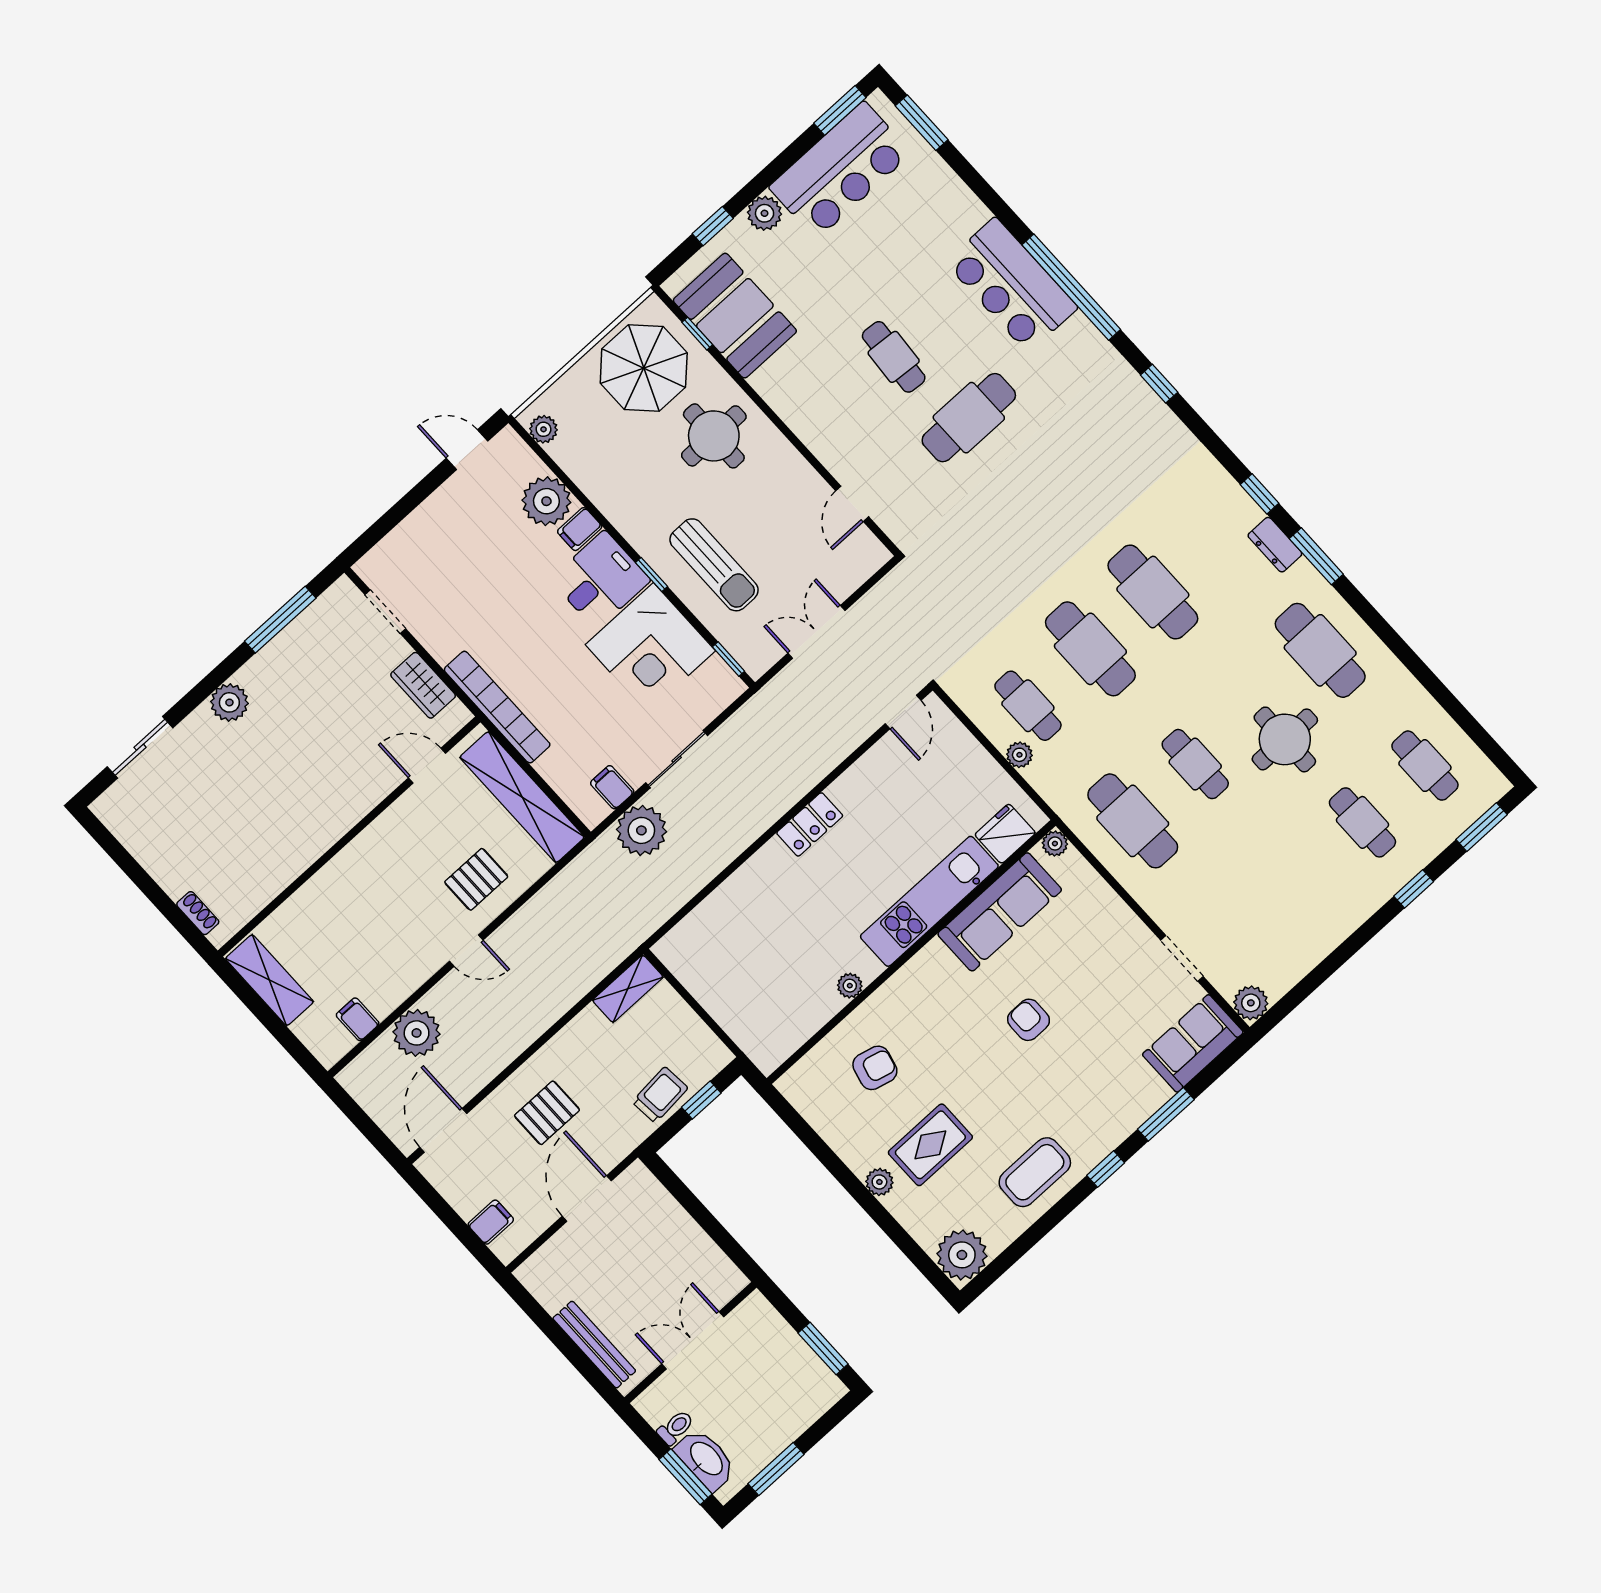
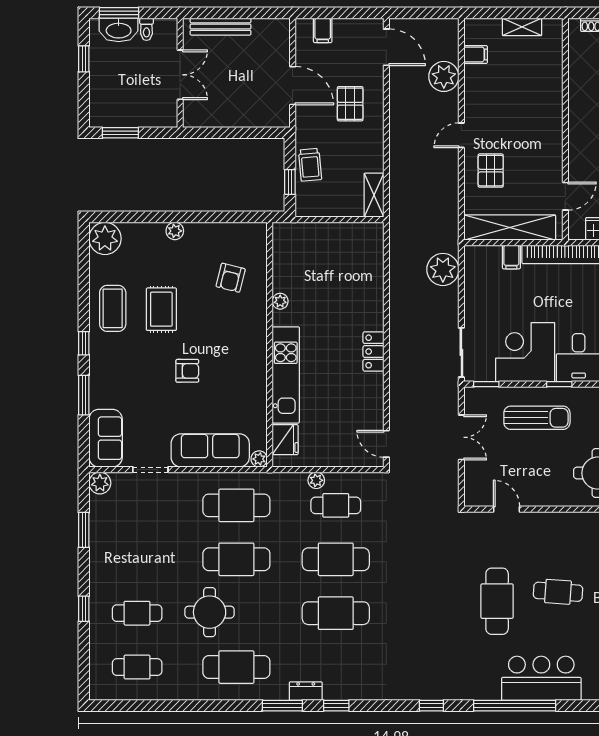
sun lounger: (714, 565) -> (537, 418), turned 180
sliding door: (677, 759) -> (461, 352), moved
cafe table: (1195, 764) -> (236, 559), width x1.37, depth x1.35
filing cabinet: (612, 787) -> (511, 257), moved, turned 90
window: (1482, 827) -> (84, 530), moved
sofa: (1000, 912) -> (210, 450), moved, turned 90
shelving: (270, 980) -> (522, 27), width x0.67, depth x0.75
rug: (930, 1145) -> (161, 309), moved
window: (776, 1469) -> (84, 59), width x0.67

